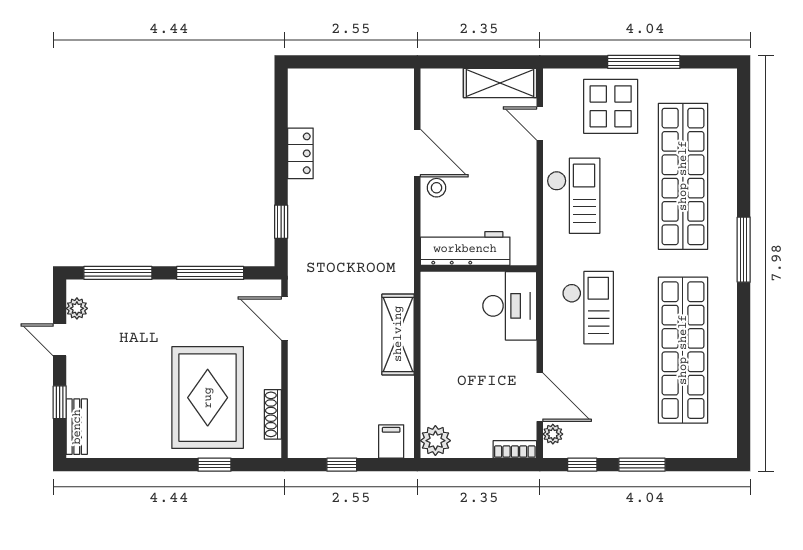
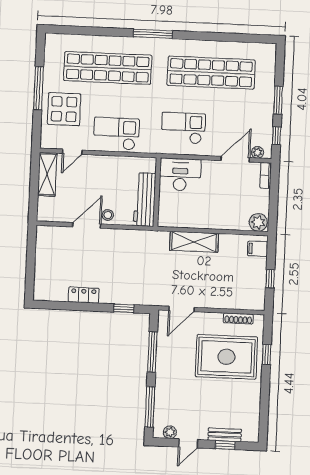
bench: (77, 427) -> (225, 435), moved

